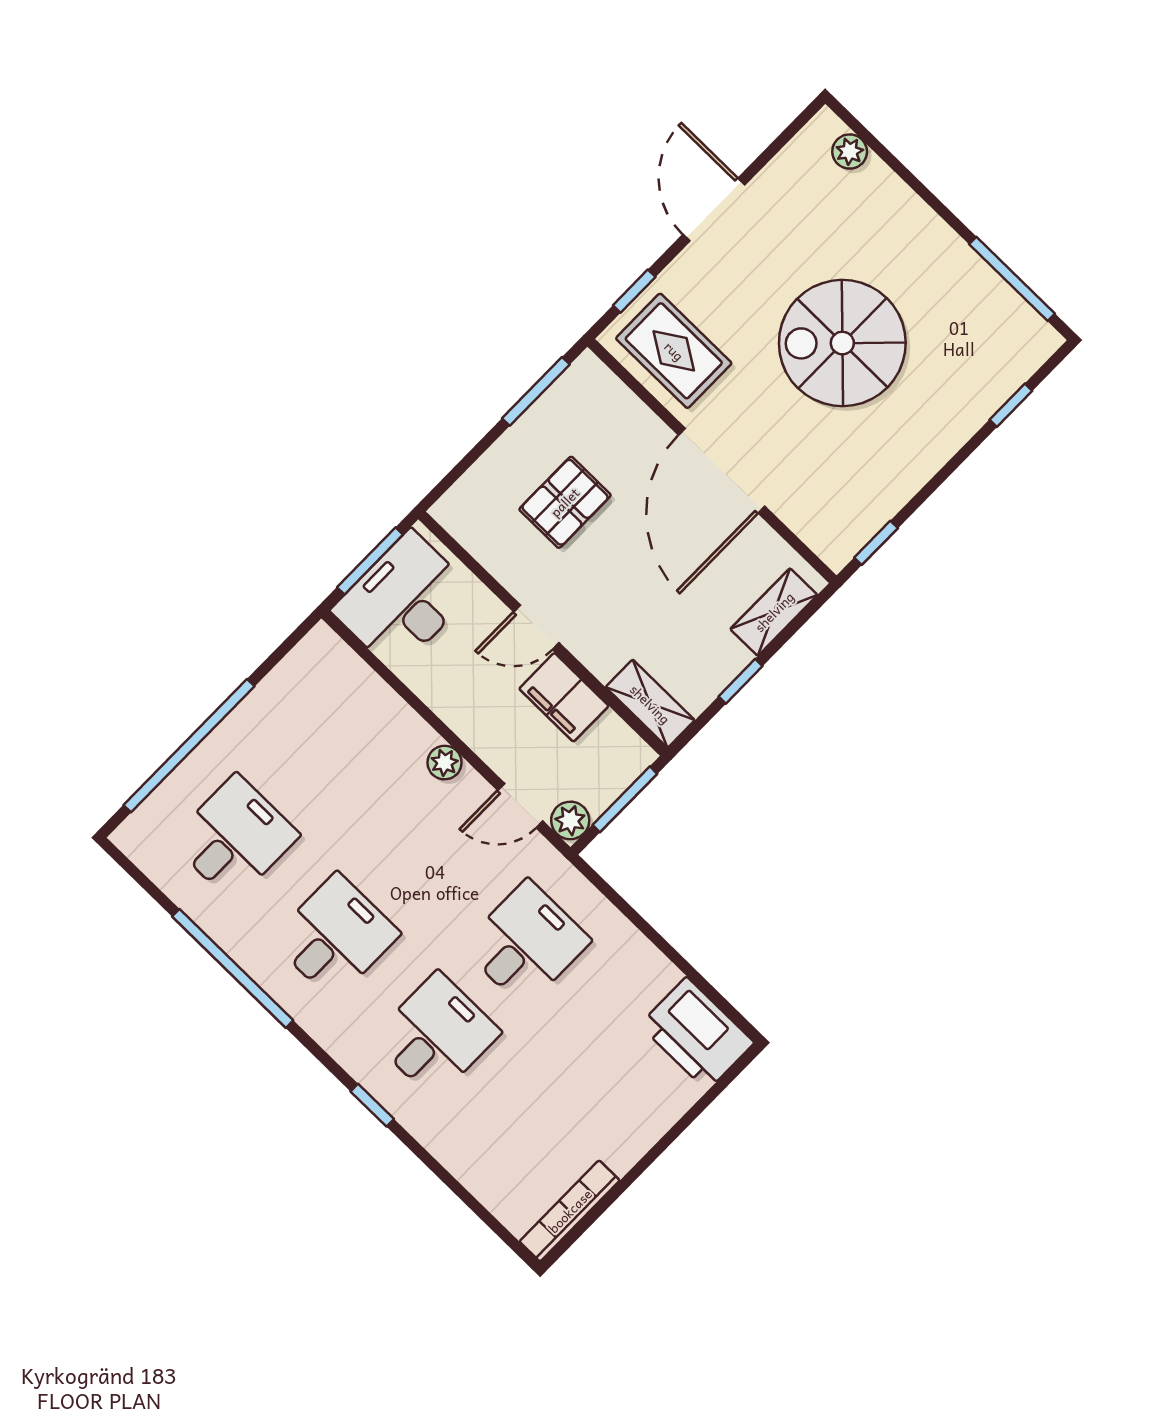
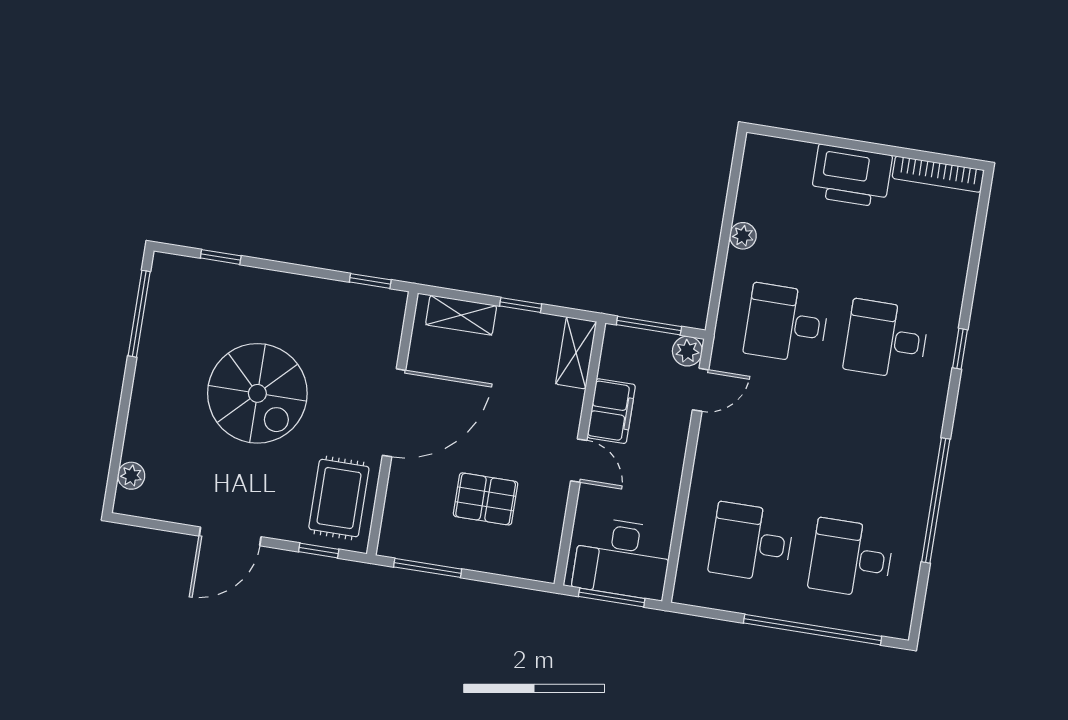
plant: (445, 763) -> (743, 236), moved
door: (520, 806) -> (700, 390), hinge flipped
desk: (335, 937) -> (751, 542), moved
printer: (697, 1034) -> (852, 176), moved, turned 90

